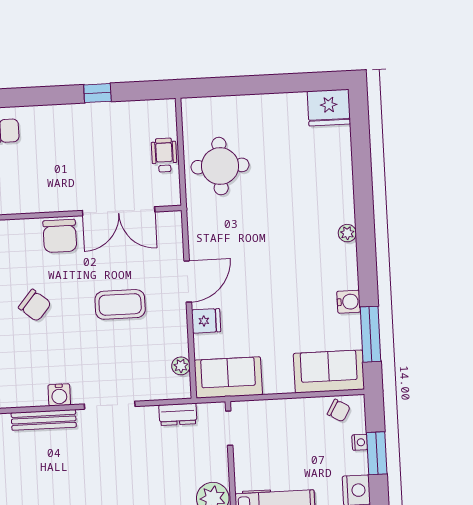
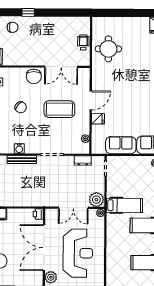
window: (97, 93) -> (28, 12), moved
coffee table: (120, 304) -> (59, 109), width x1.36, depth x1.32
sofa: (228, 377) -> (121, 145), moved
water cooler: (59, 395) -> (19, 149), moved

